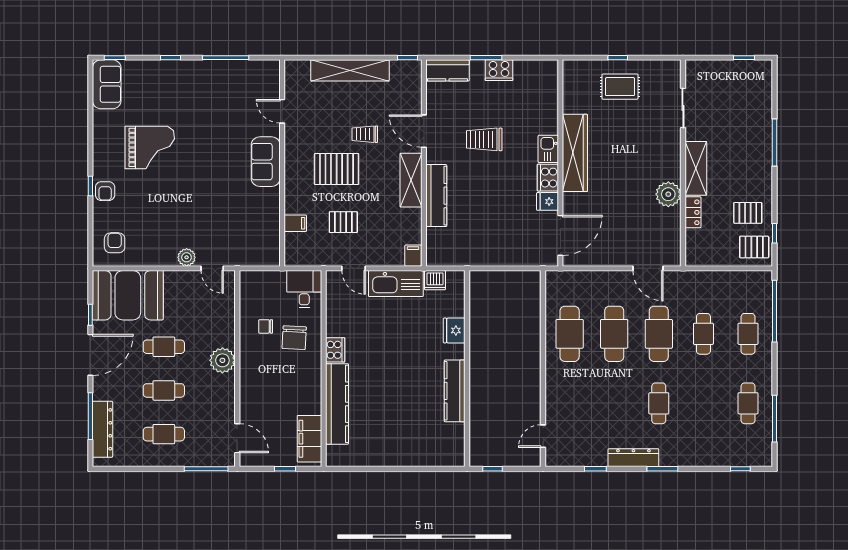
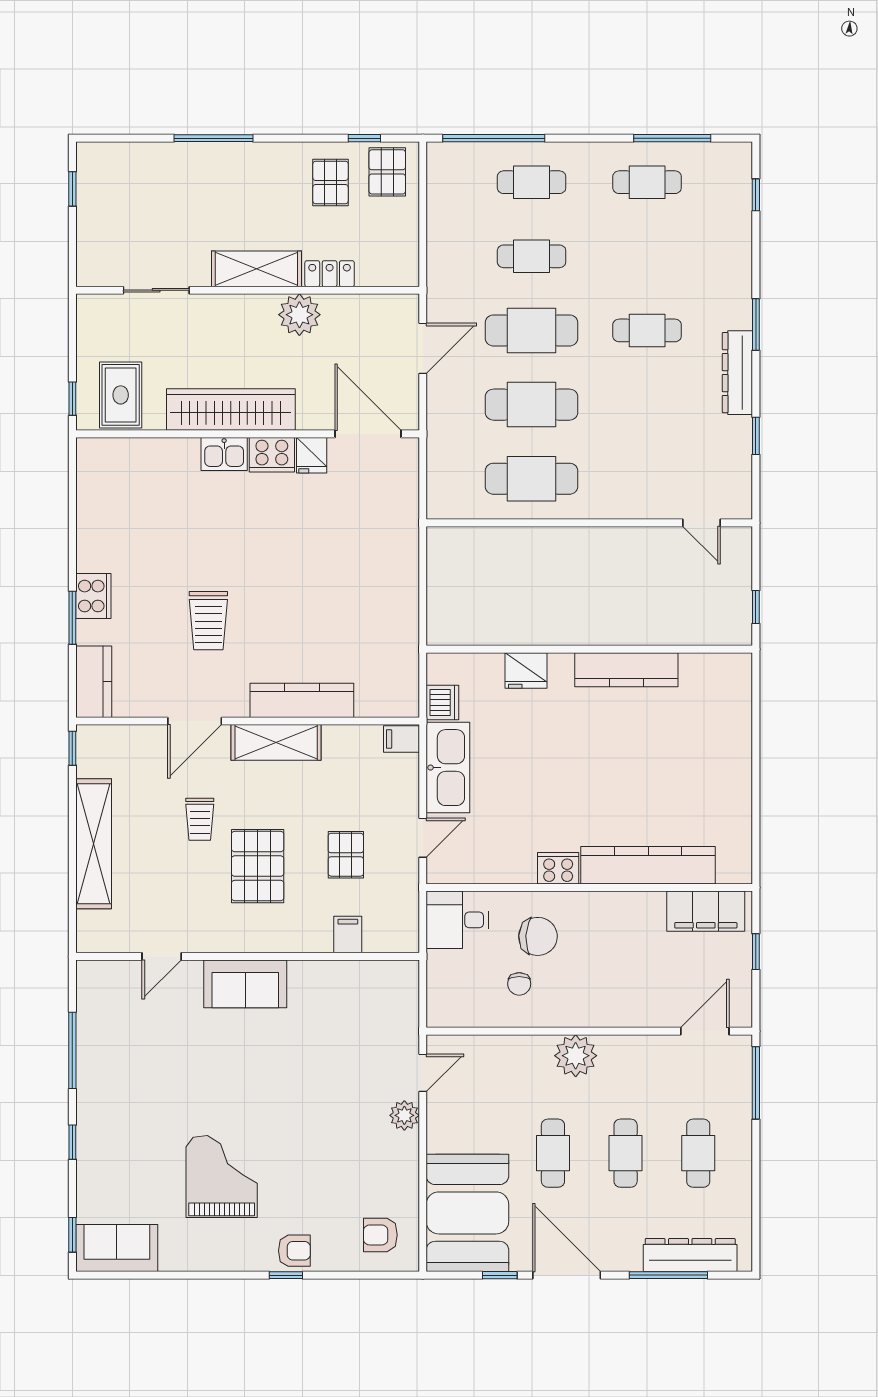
kitchen sink: (548, 149) -> (224, 454), moved
wardrobe: (575, 153) -> (231, 410), moved
wall: (560, 163) -> (248, 434), moved
cooker: (548, 178) -> (272, 455), moved
fridge: (547, 201) -> (312, 455), moved
door: (560, 235) -> (368, 434), moved

